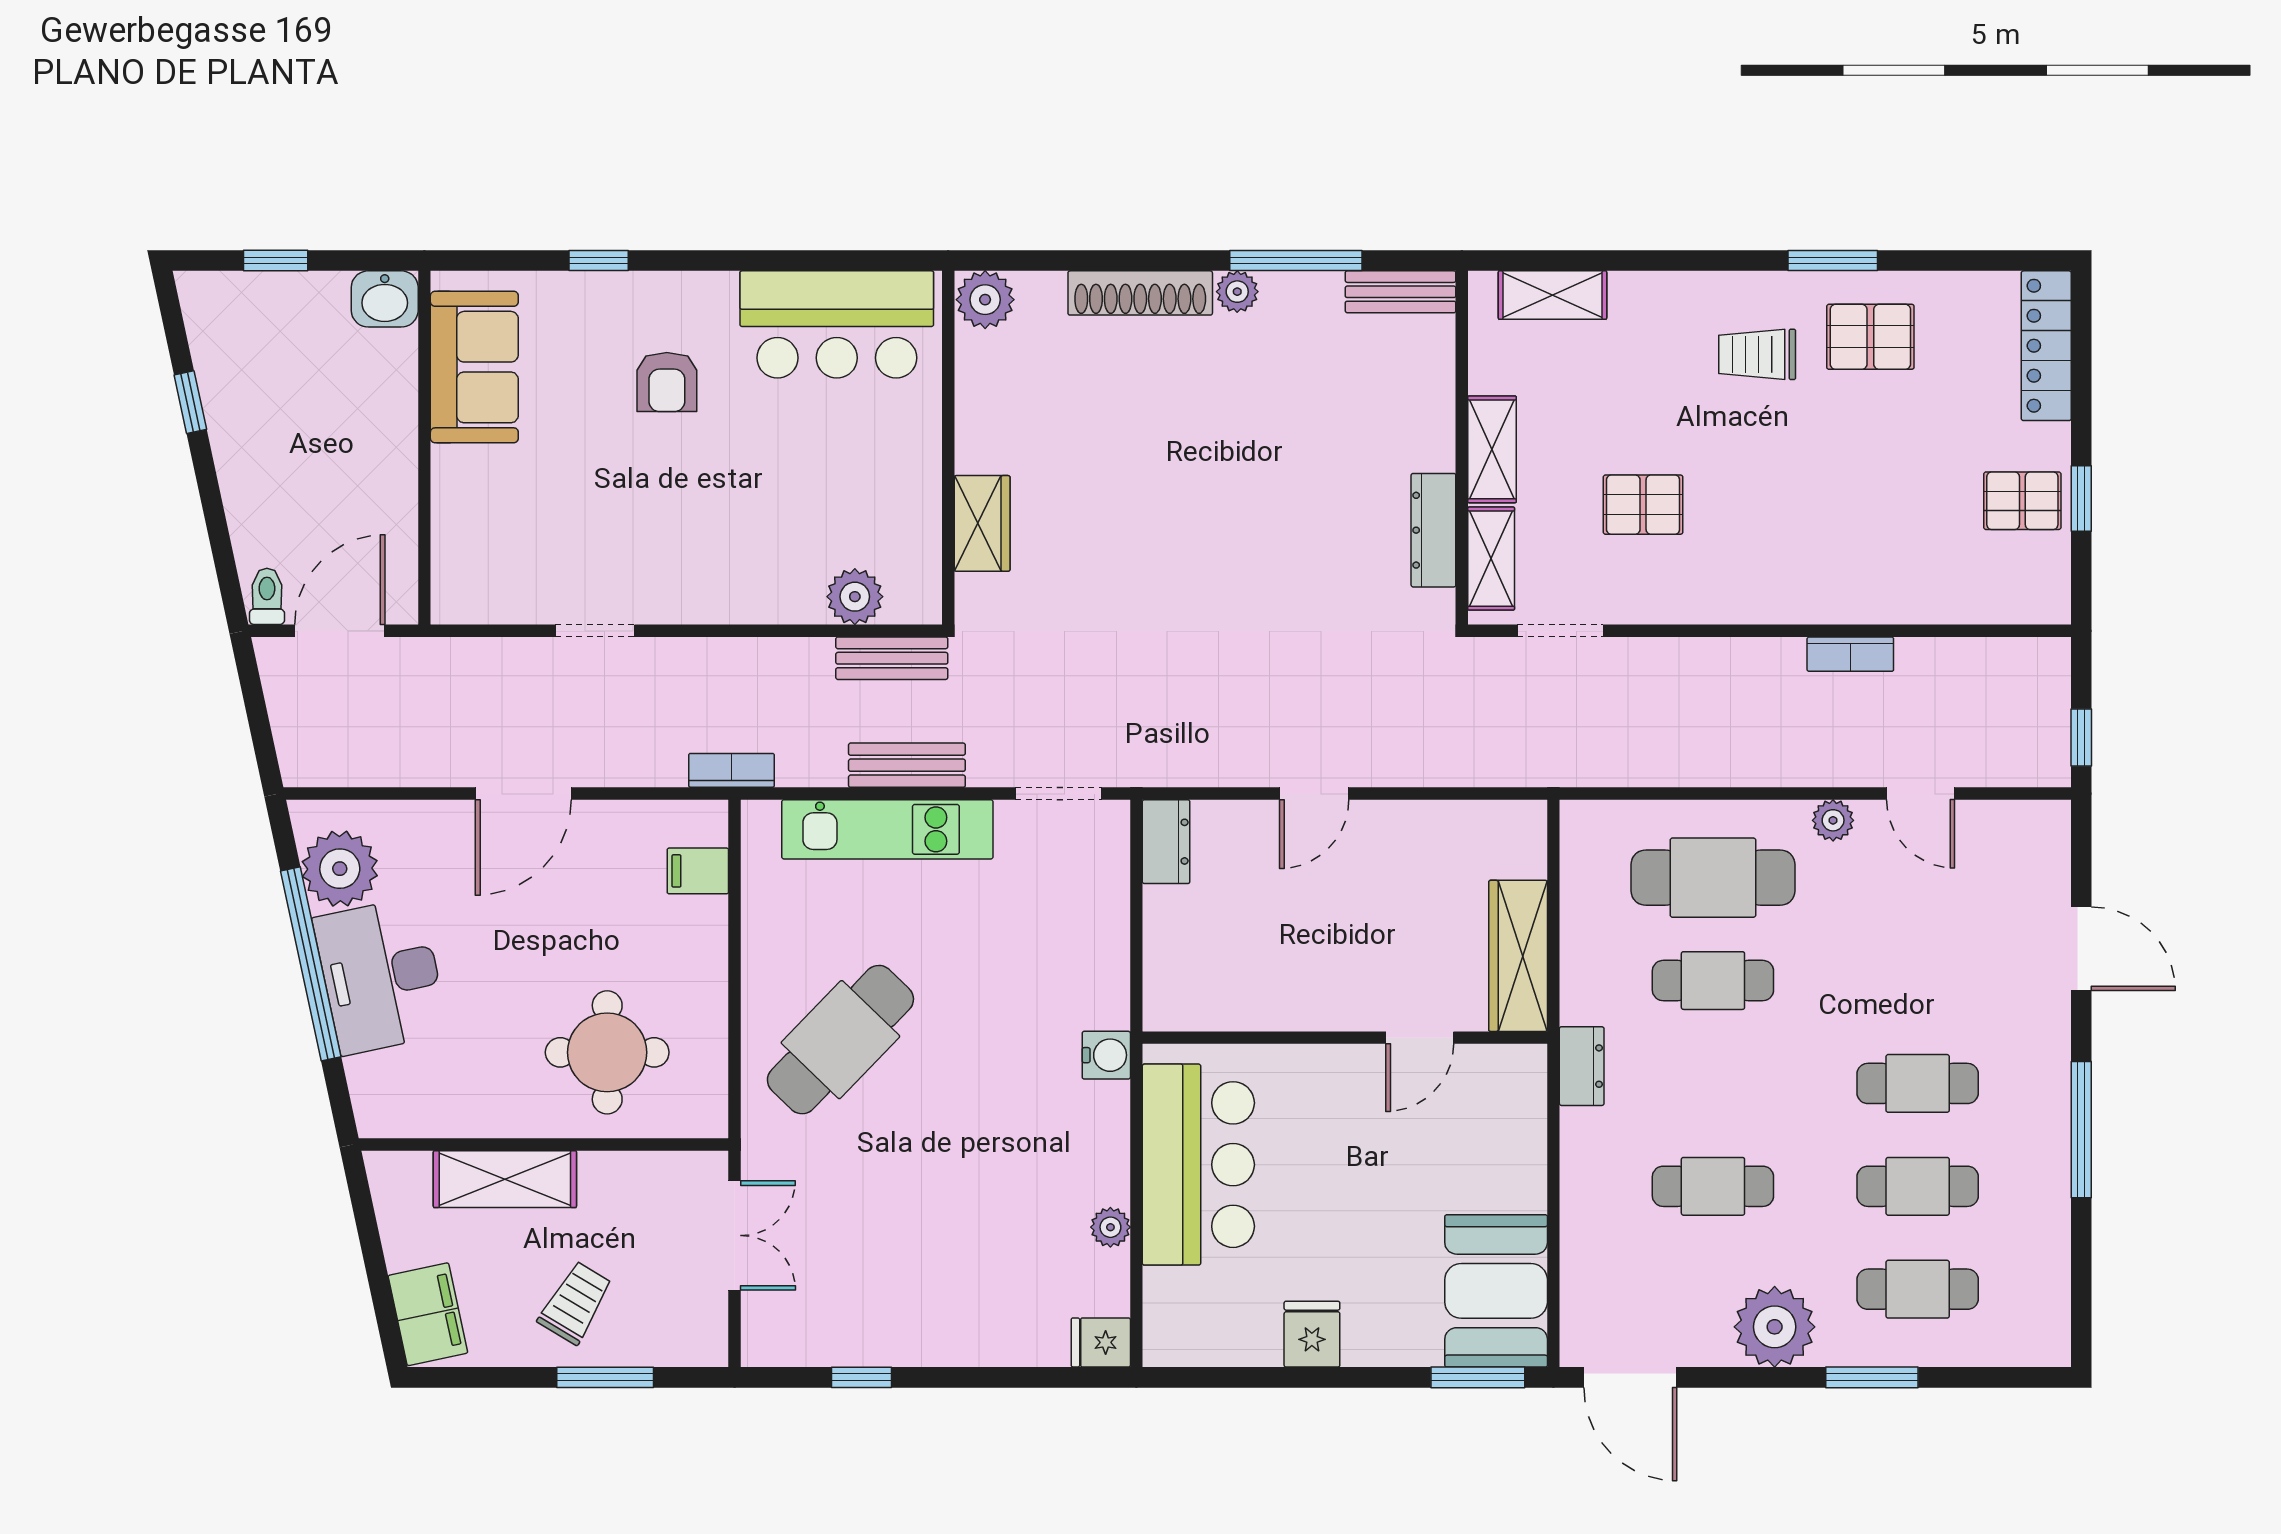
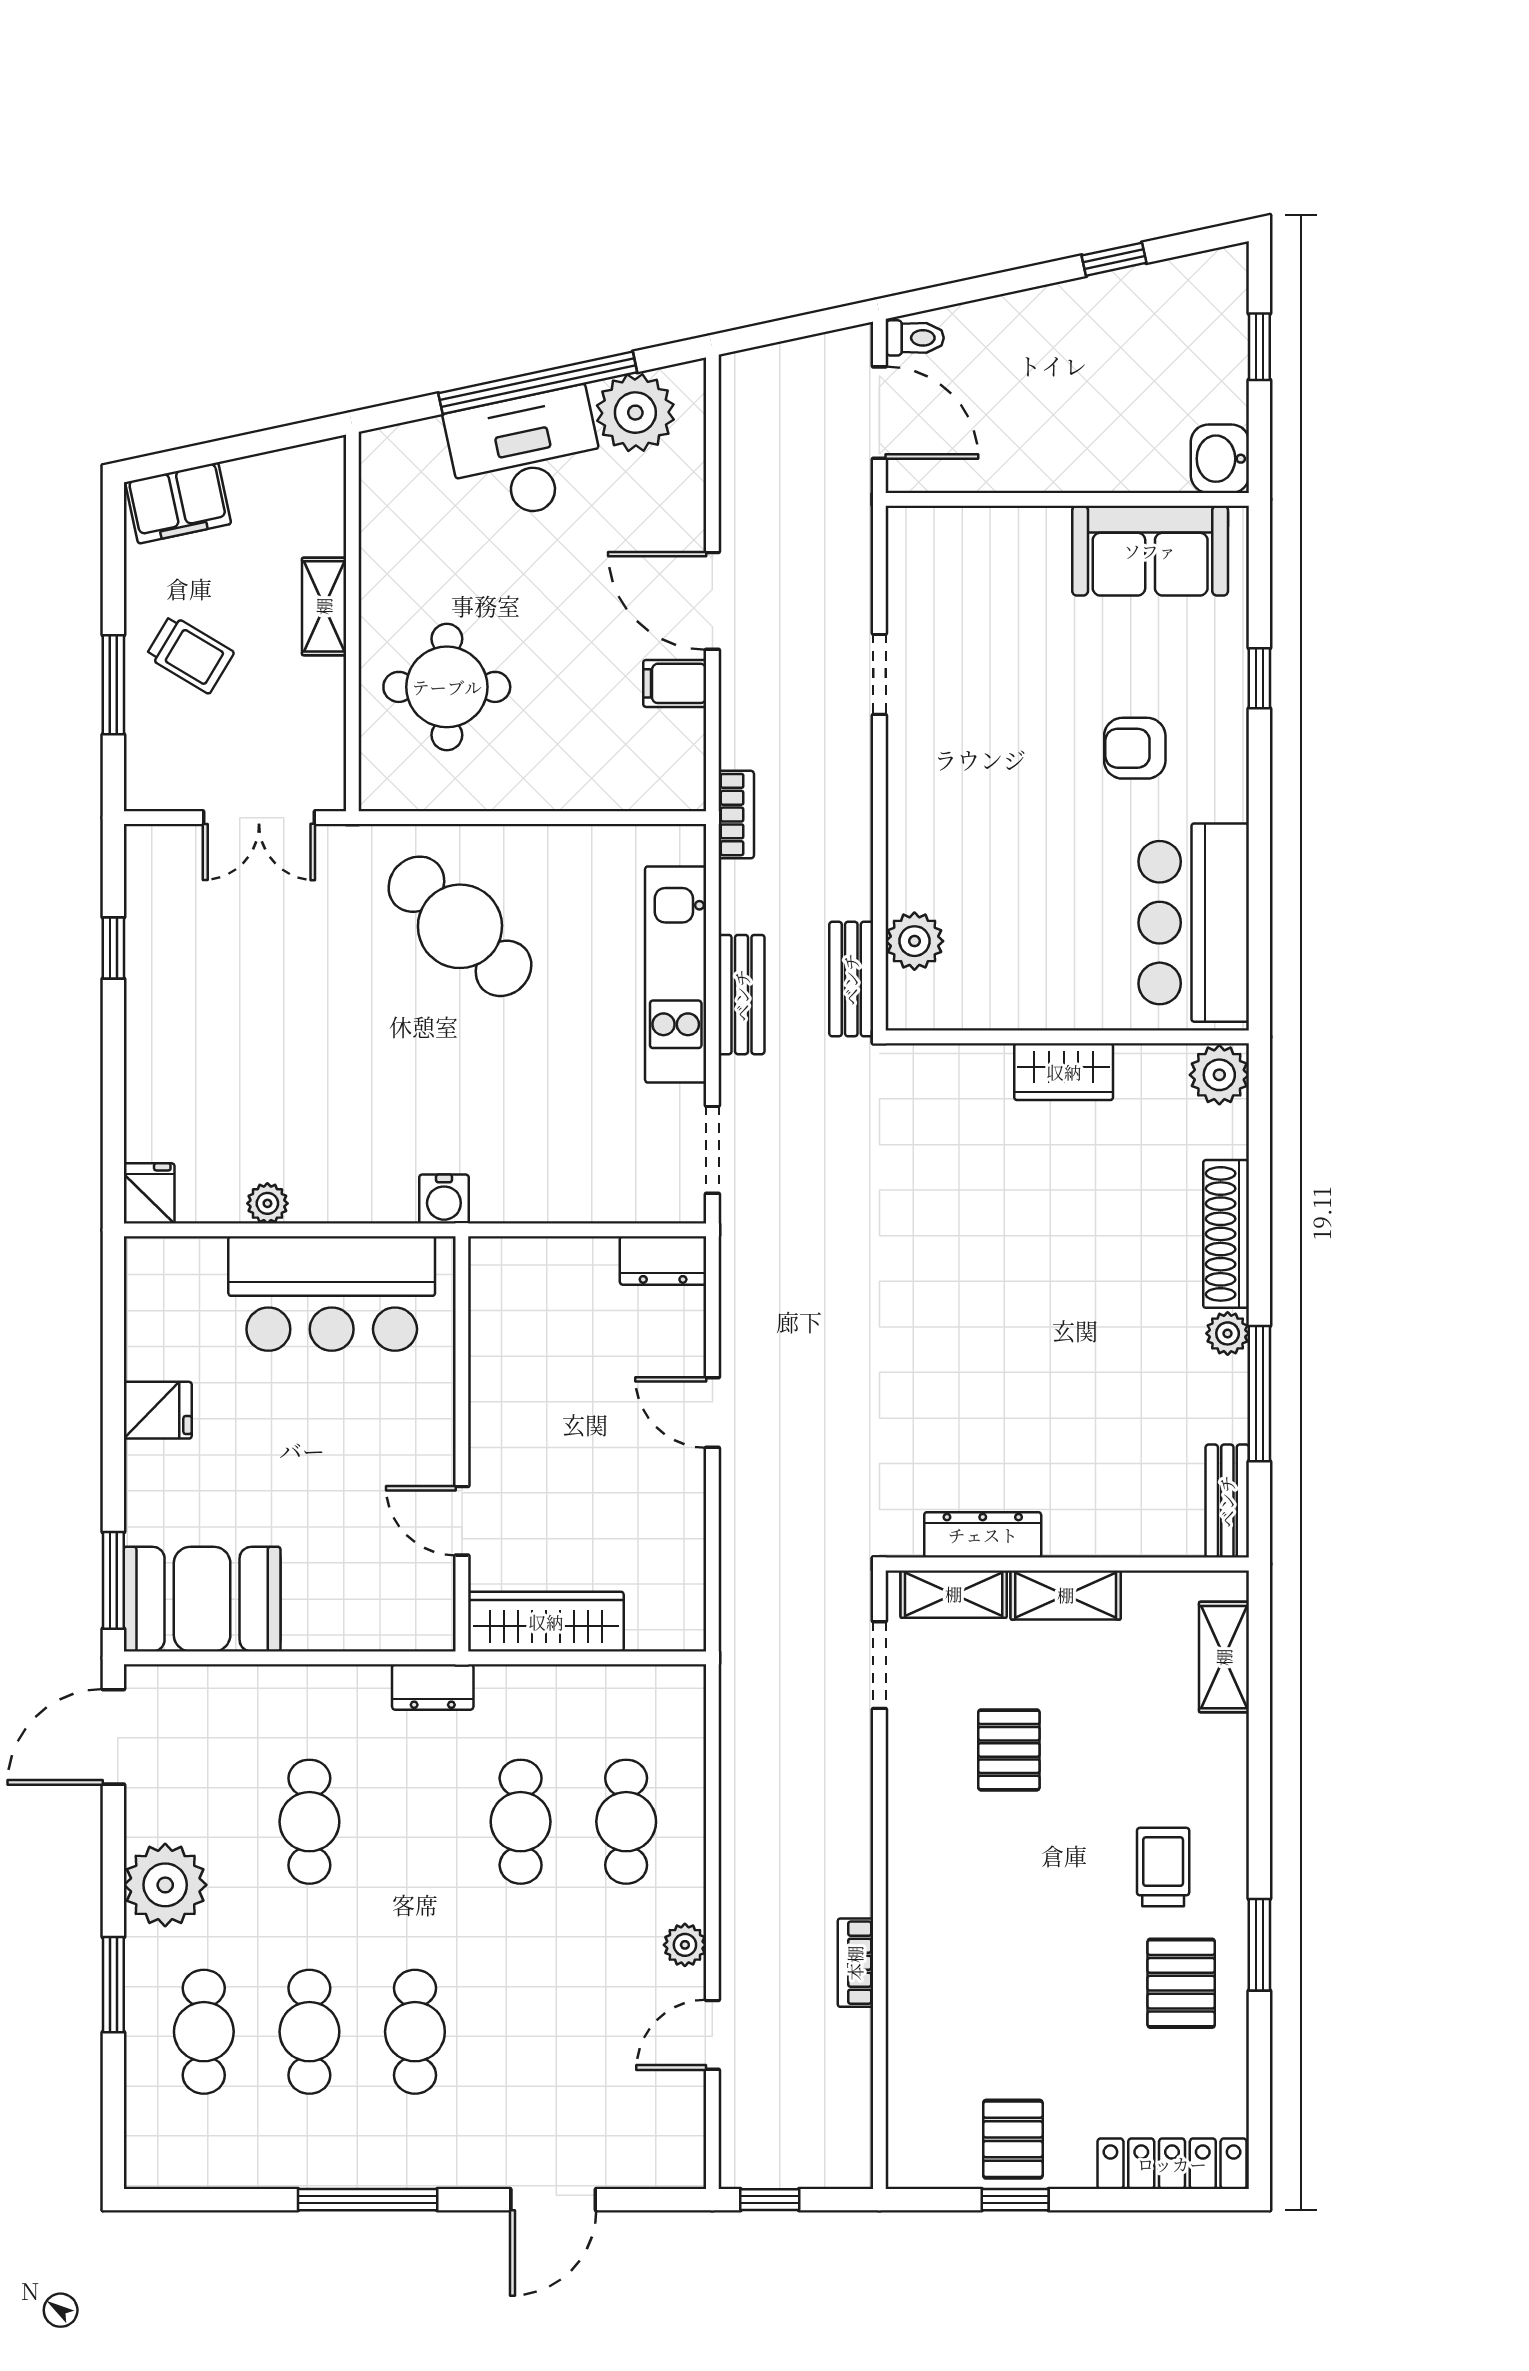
wardrobe: (982, 523) -> (1064, 1072), moved
filing cabinet: (698, 871) -> (675, 683), moved, turned -90
cafe table: (1713, 878) -> (626, 1822), width x0.73, depth x0.74
shelving: (505, 1179) -> (324, 606), width x0.67, depth x0.75

